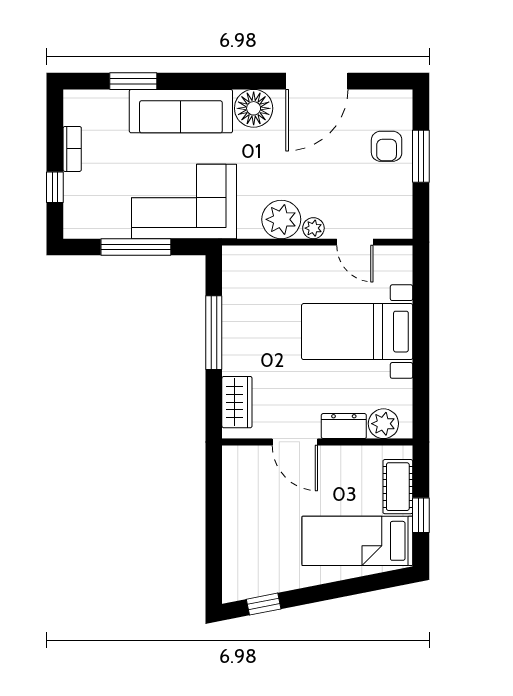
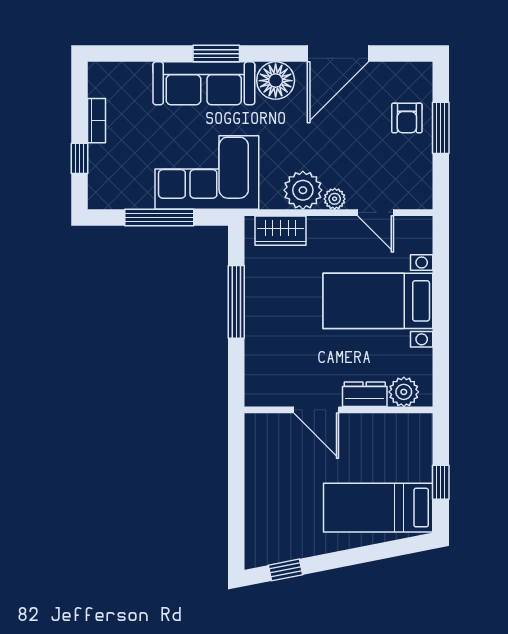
window: (133, 81) -> (216, 54), moved
wardrobe: (237, 402) -> (280, 231), moved, turned 90
cot: (398, 487) -> (418, 454), removed

